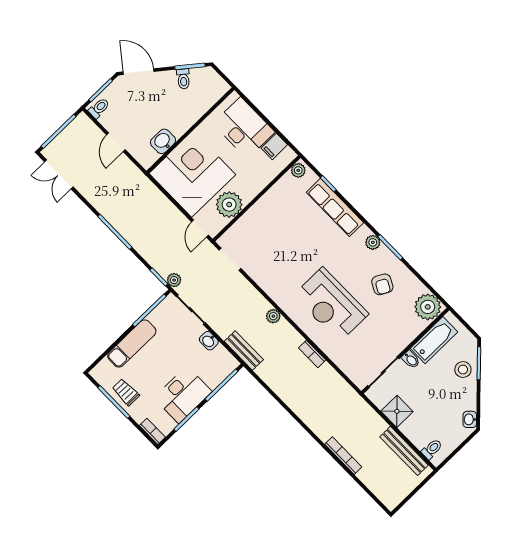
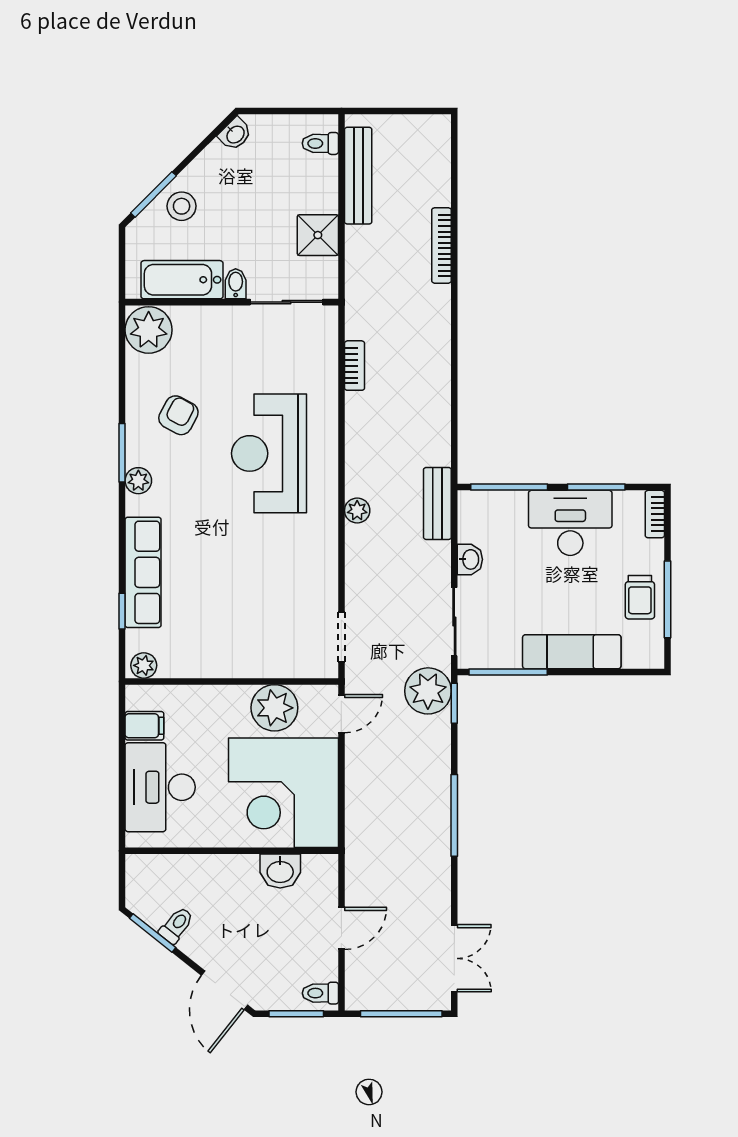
plant: (174, 280) -> (428, 691), width x1.88, depth x1.88
reception desk: (331, 305) -> (269, 453), turned 180
bookcase: (312, 354) -> (355, 366), moved

